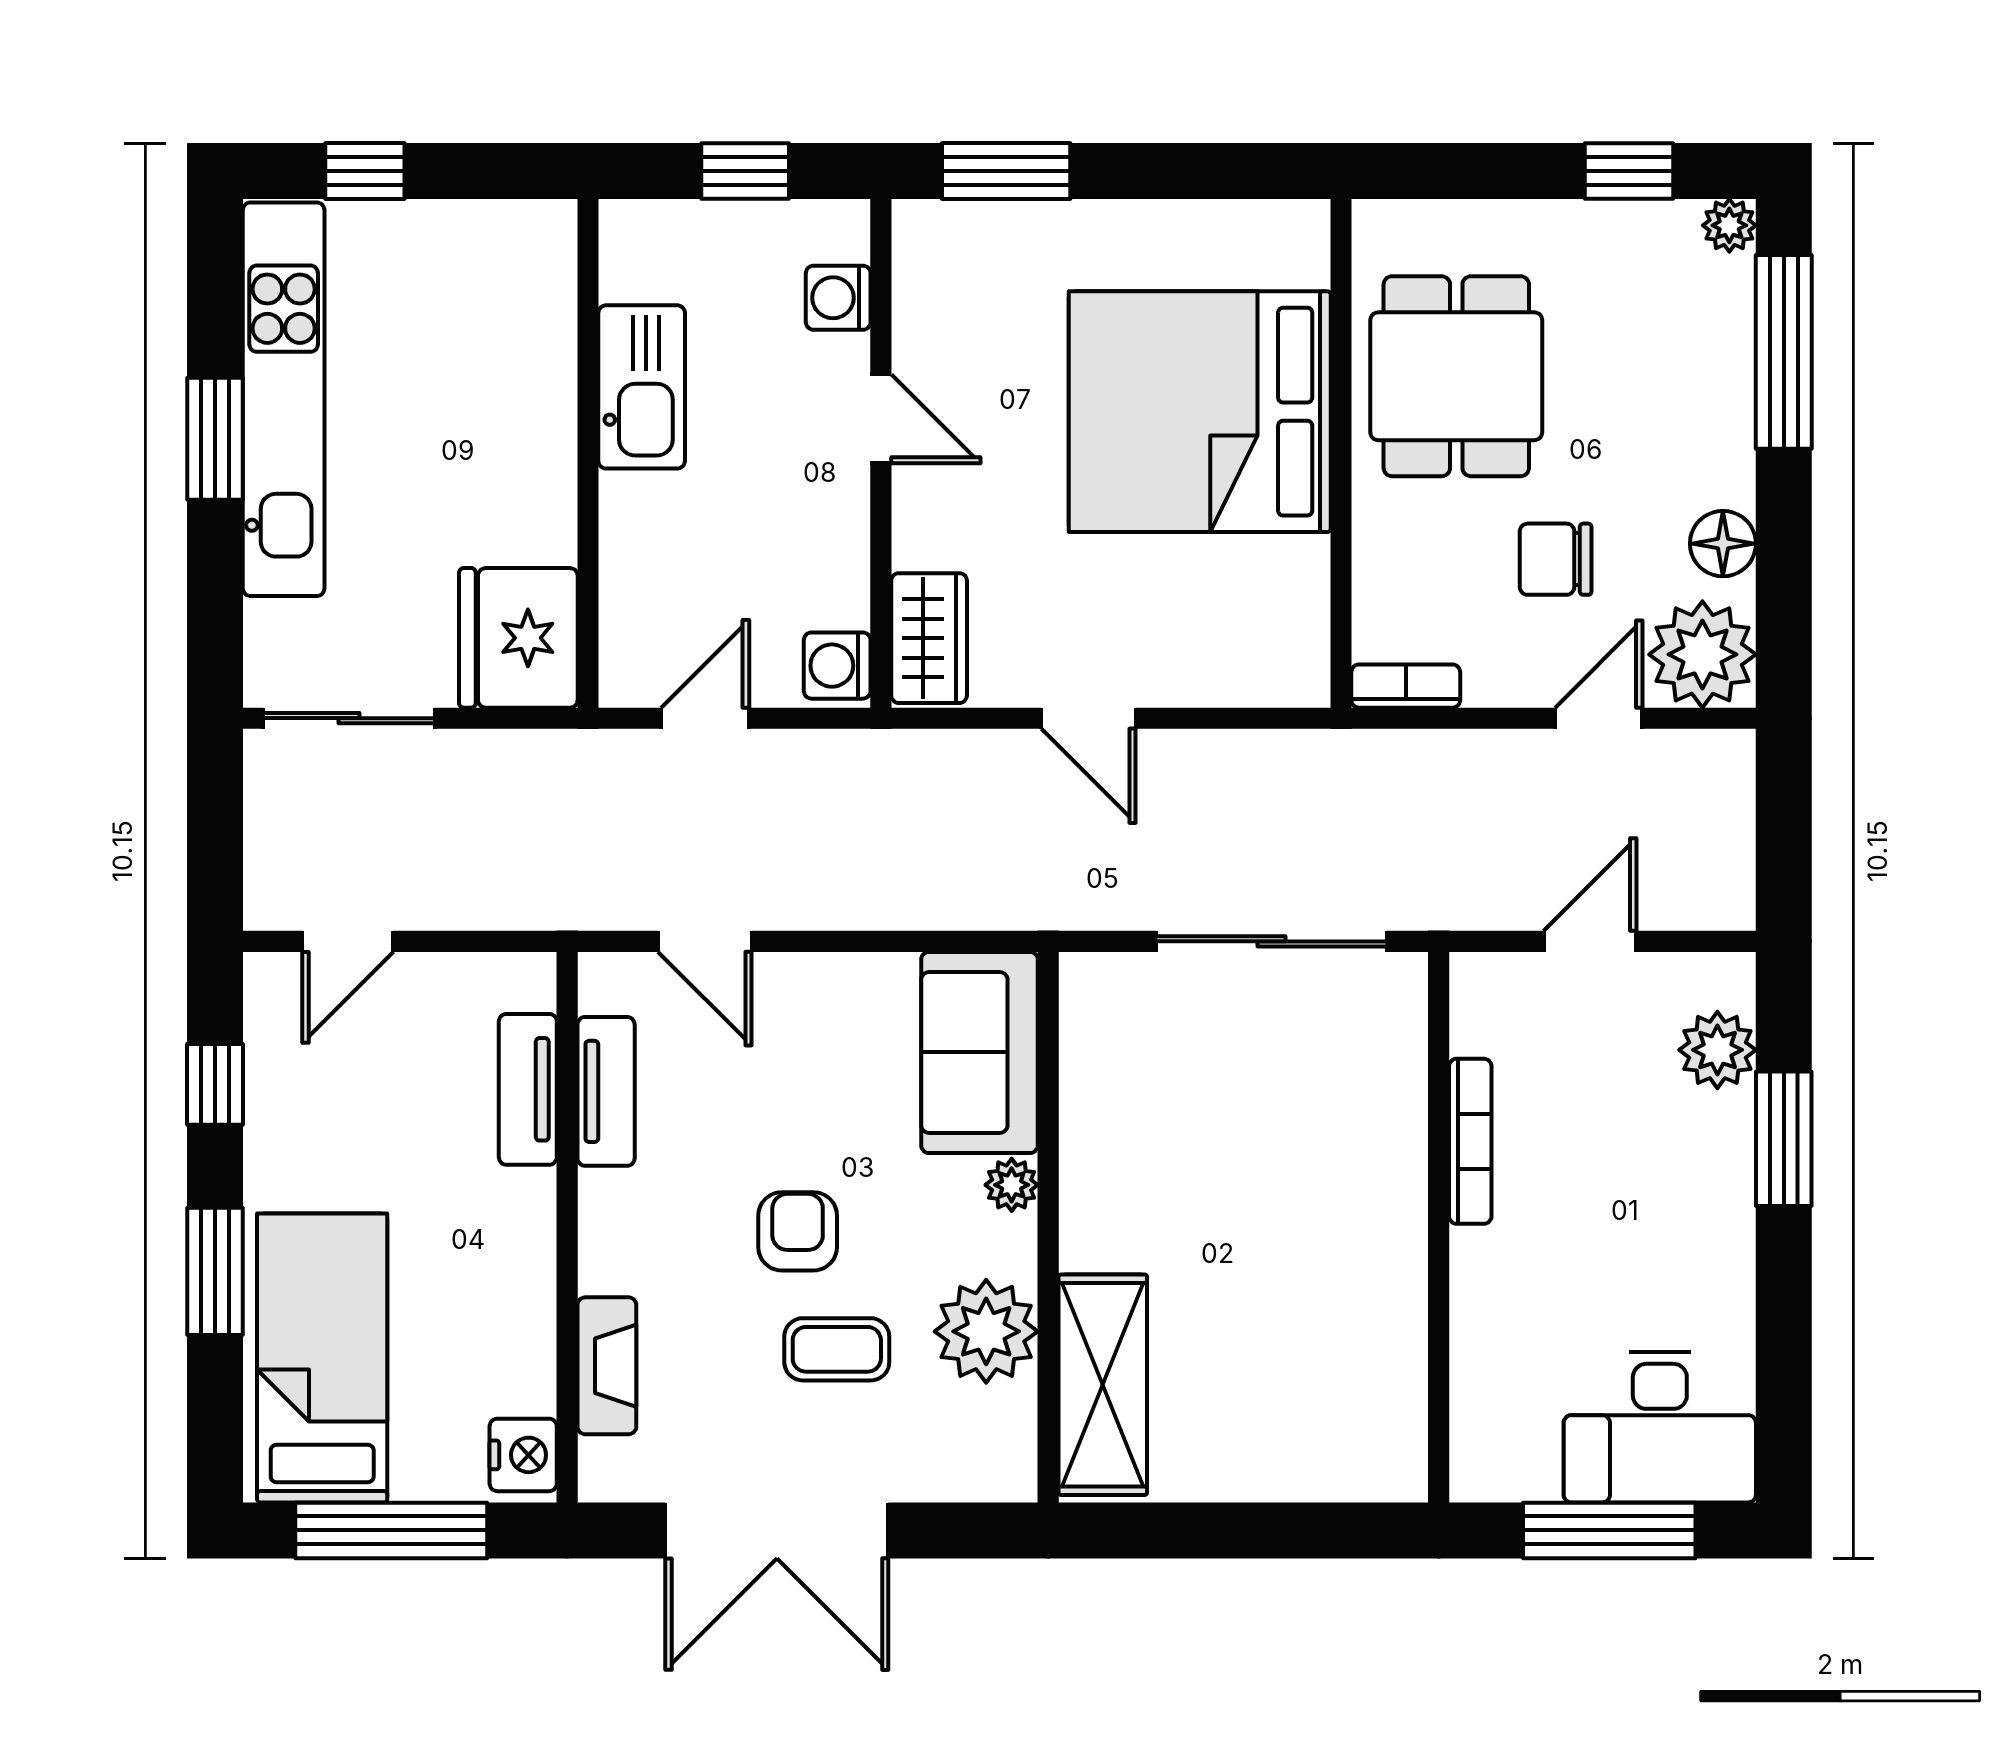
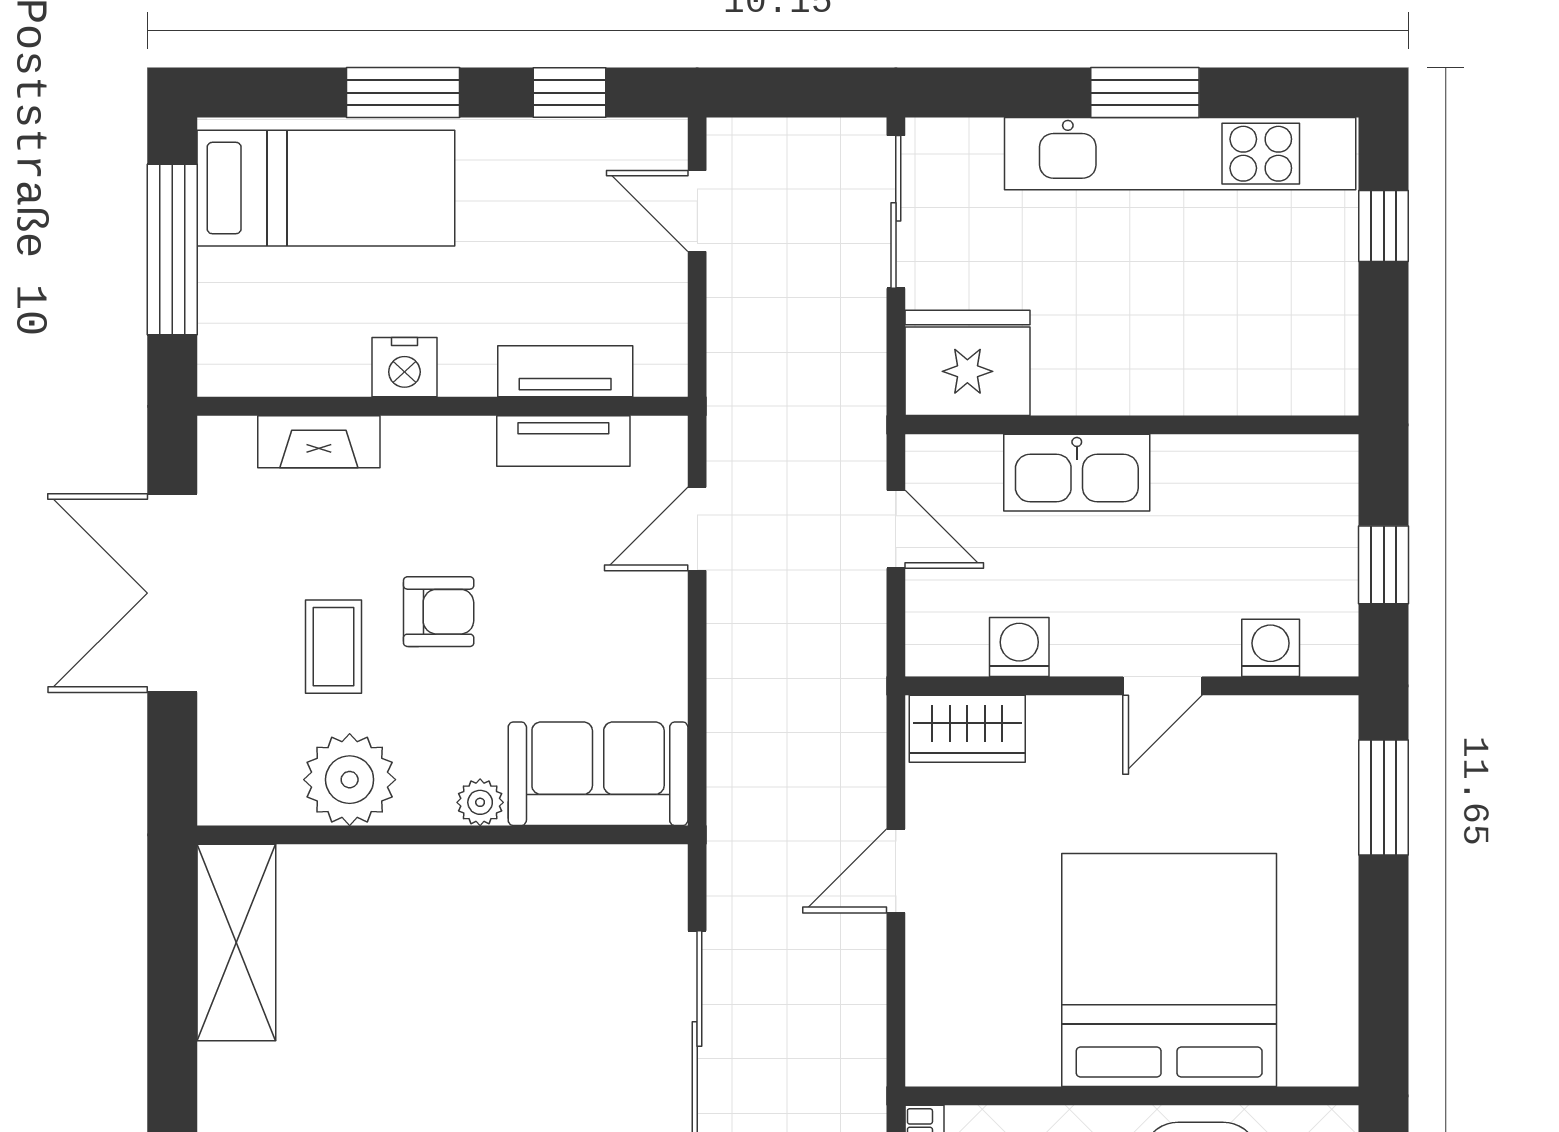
kitchen sink: (642, 387) -> (1077, 473), moved
washing machine: (837, 666) -> (1019, 647), moved
shelving: (1103, 1385) -> (236, 943), moved, turned 90
nightstand: (523, 1455) -> (404, 367), moved

